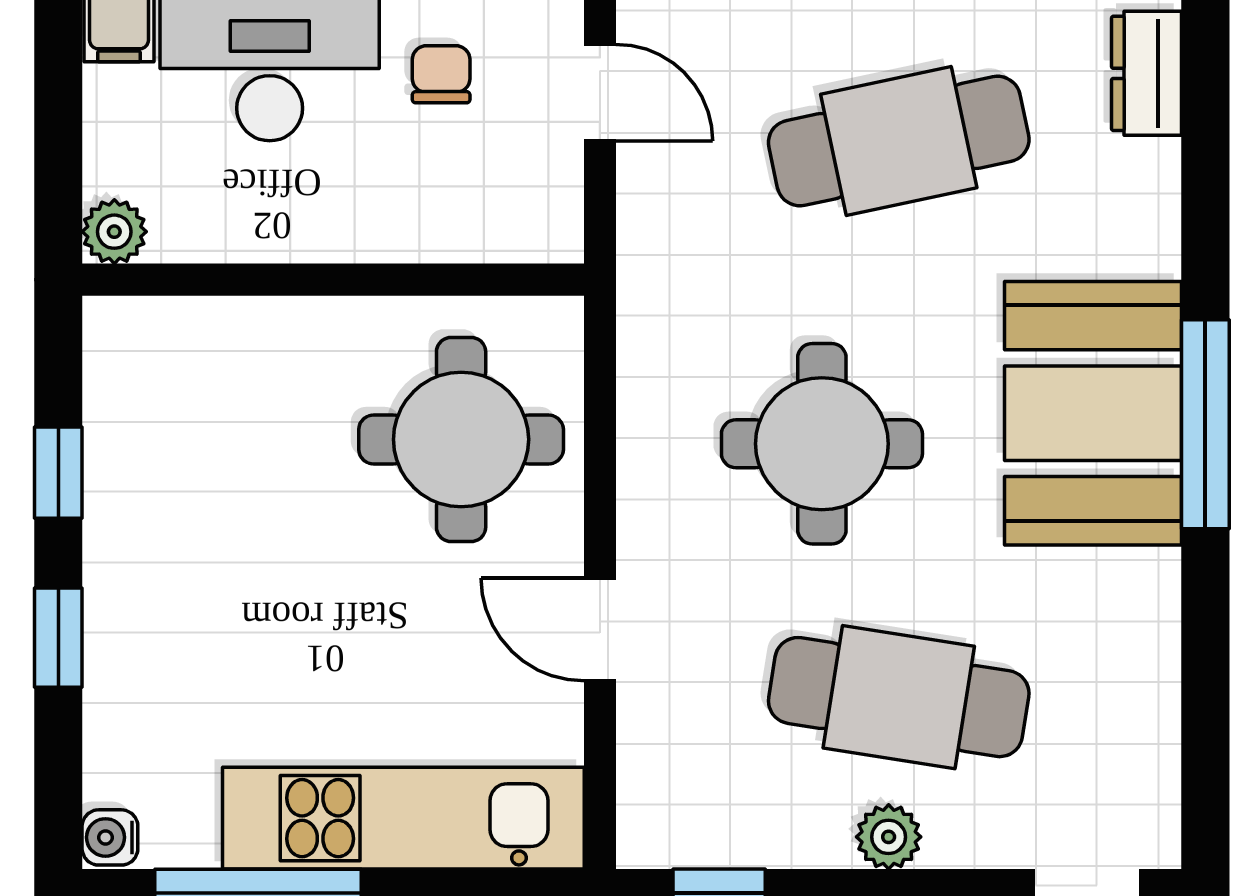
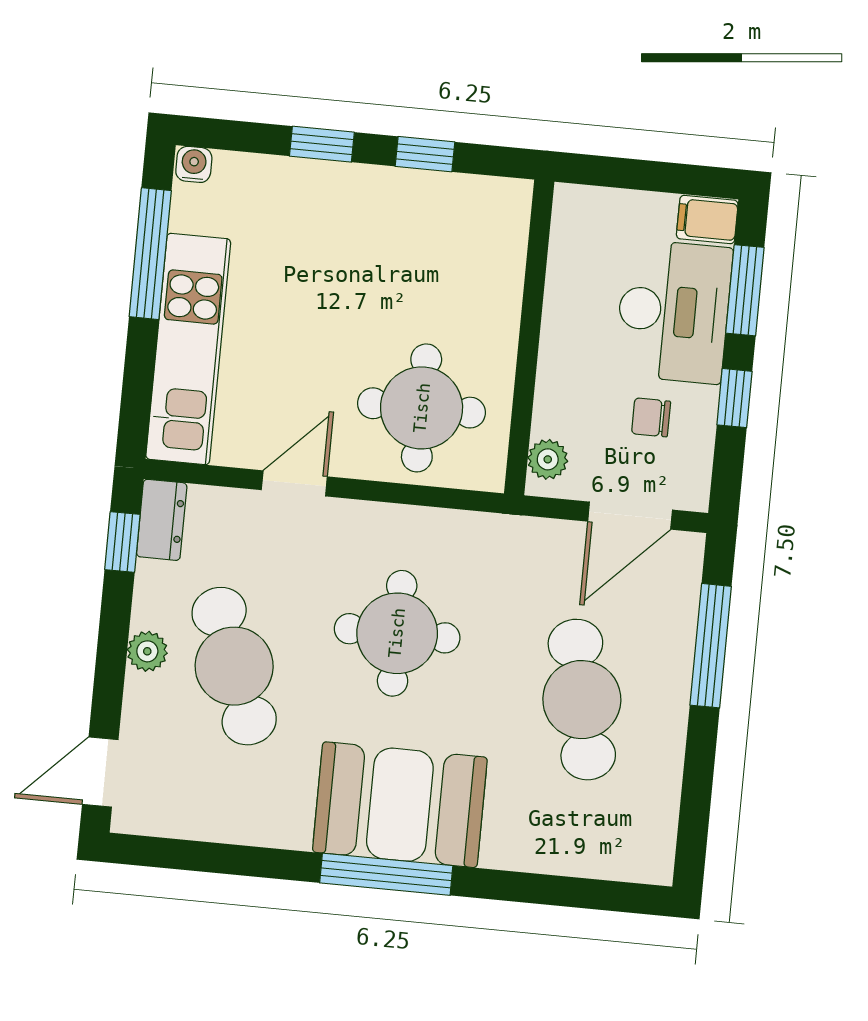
dresser: (1147, 73) -> (162, 520), moved, turned 90
chair: (441, 74) -> (651, 417), turned 180
door: (600, 93) -> (630, 516), width x1.38
plant: (114, 232) -> (548, 459), moved
cafe table: (899, 697) -> (234, 666), turned -30

